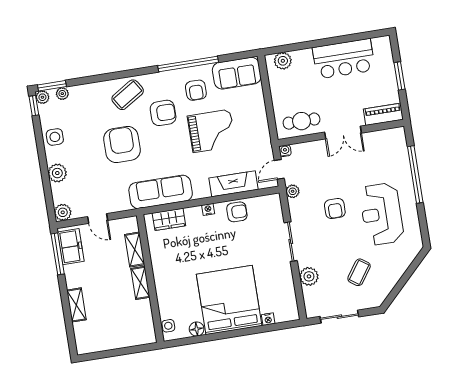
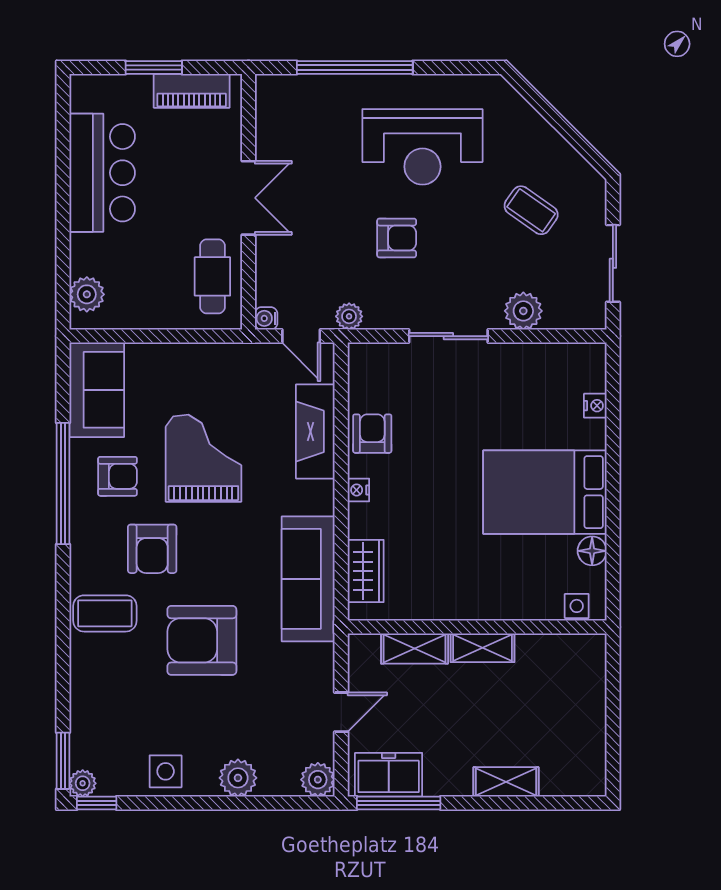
plant: (62, 94) -> (82, 743), removed
coffee table: (128, 95) -> (105, 613), turned -58
armchair: (163, 113) -> (152, 549), turned 180
piano: (383, 114) -> (192, 91), moved, turned -90
bed: (229, 300) -> (545, 492), width x0.73

